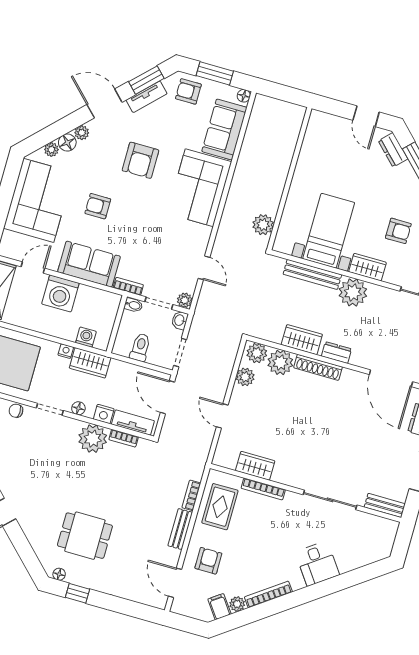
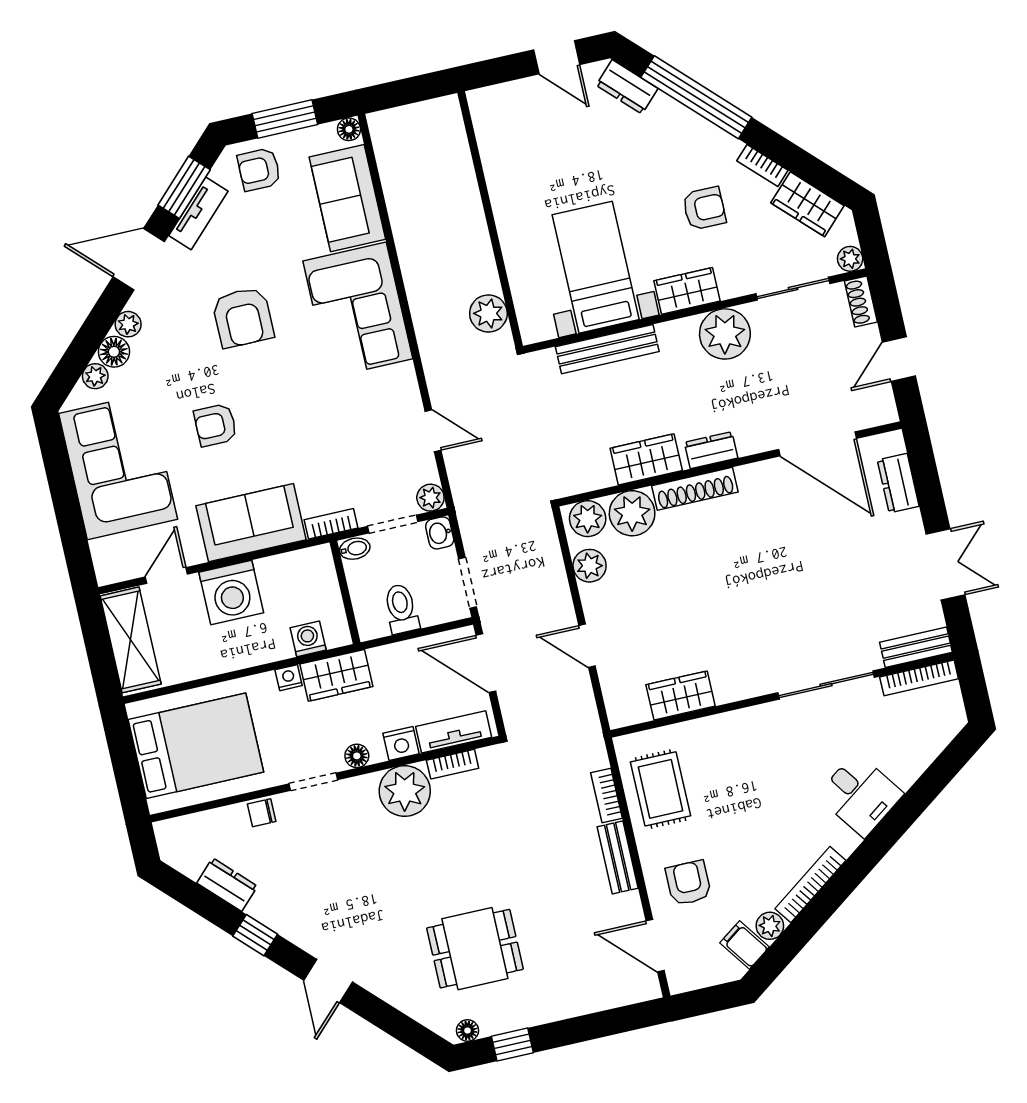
plant: (353, 292) -> (725, 334), moved
bookcase: (263, 489) -> (919, 678), moved

